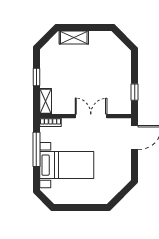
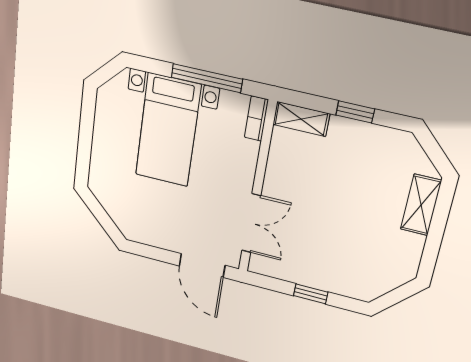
window: (135, 92) -> (311, 294), moved
double door: (91, 116) -> (251, 223), moved

